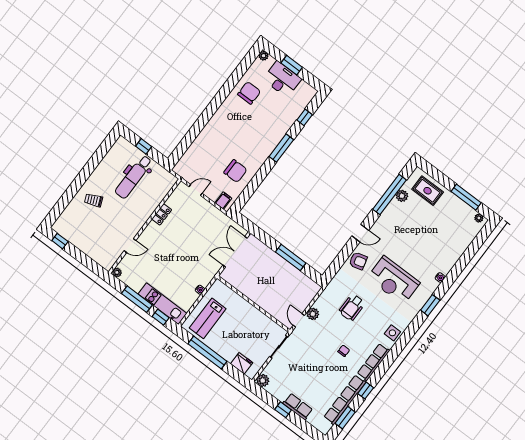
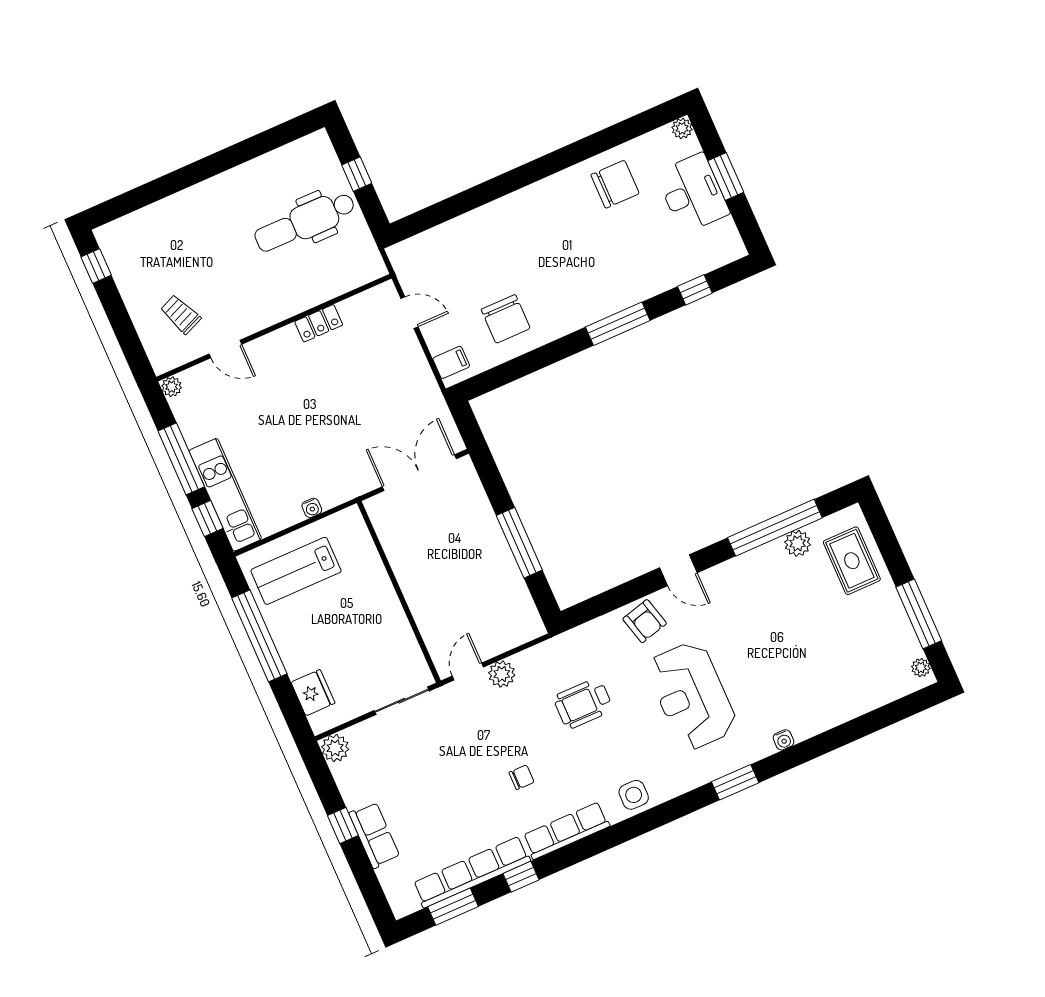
trolley: (93, 200) -> (181, 314), moved

